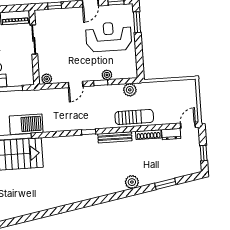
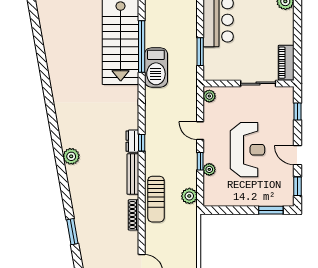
reception desk: (109, 37) -> (247, 150), moved
dresser: (171, 134) -> (132, 141), moved
plant: (132, 182) -> (71, 156), moved

